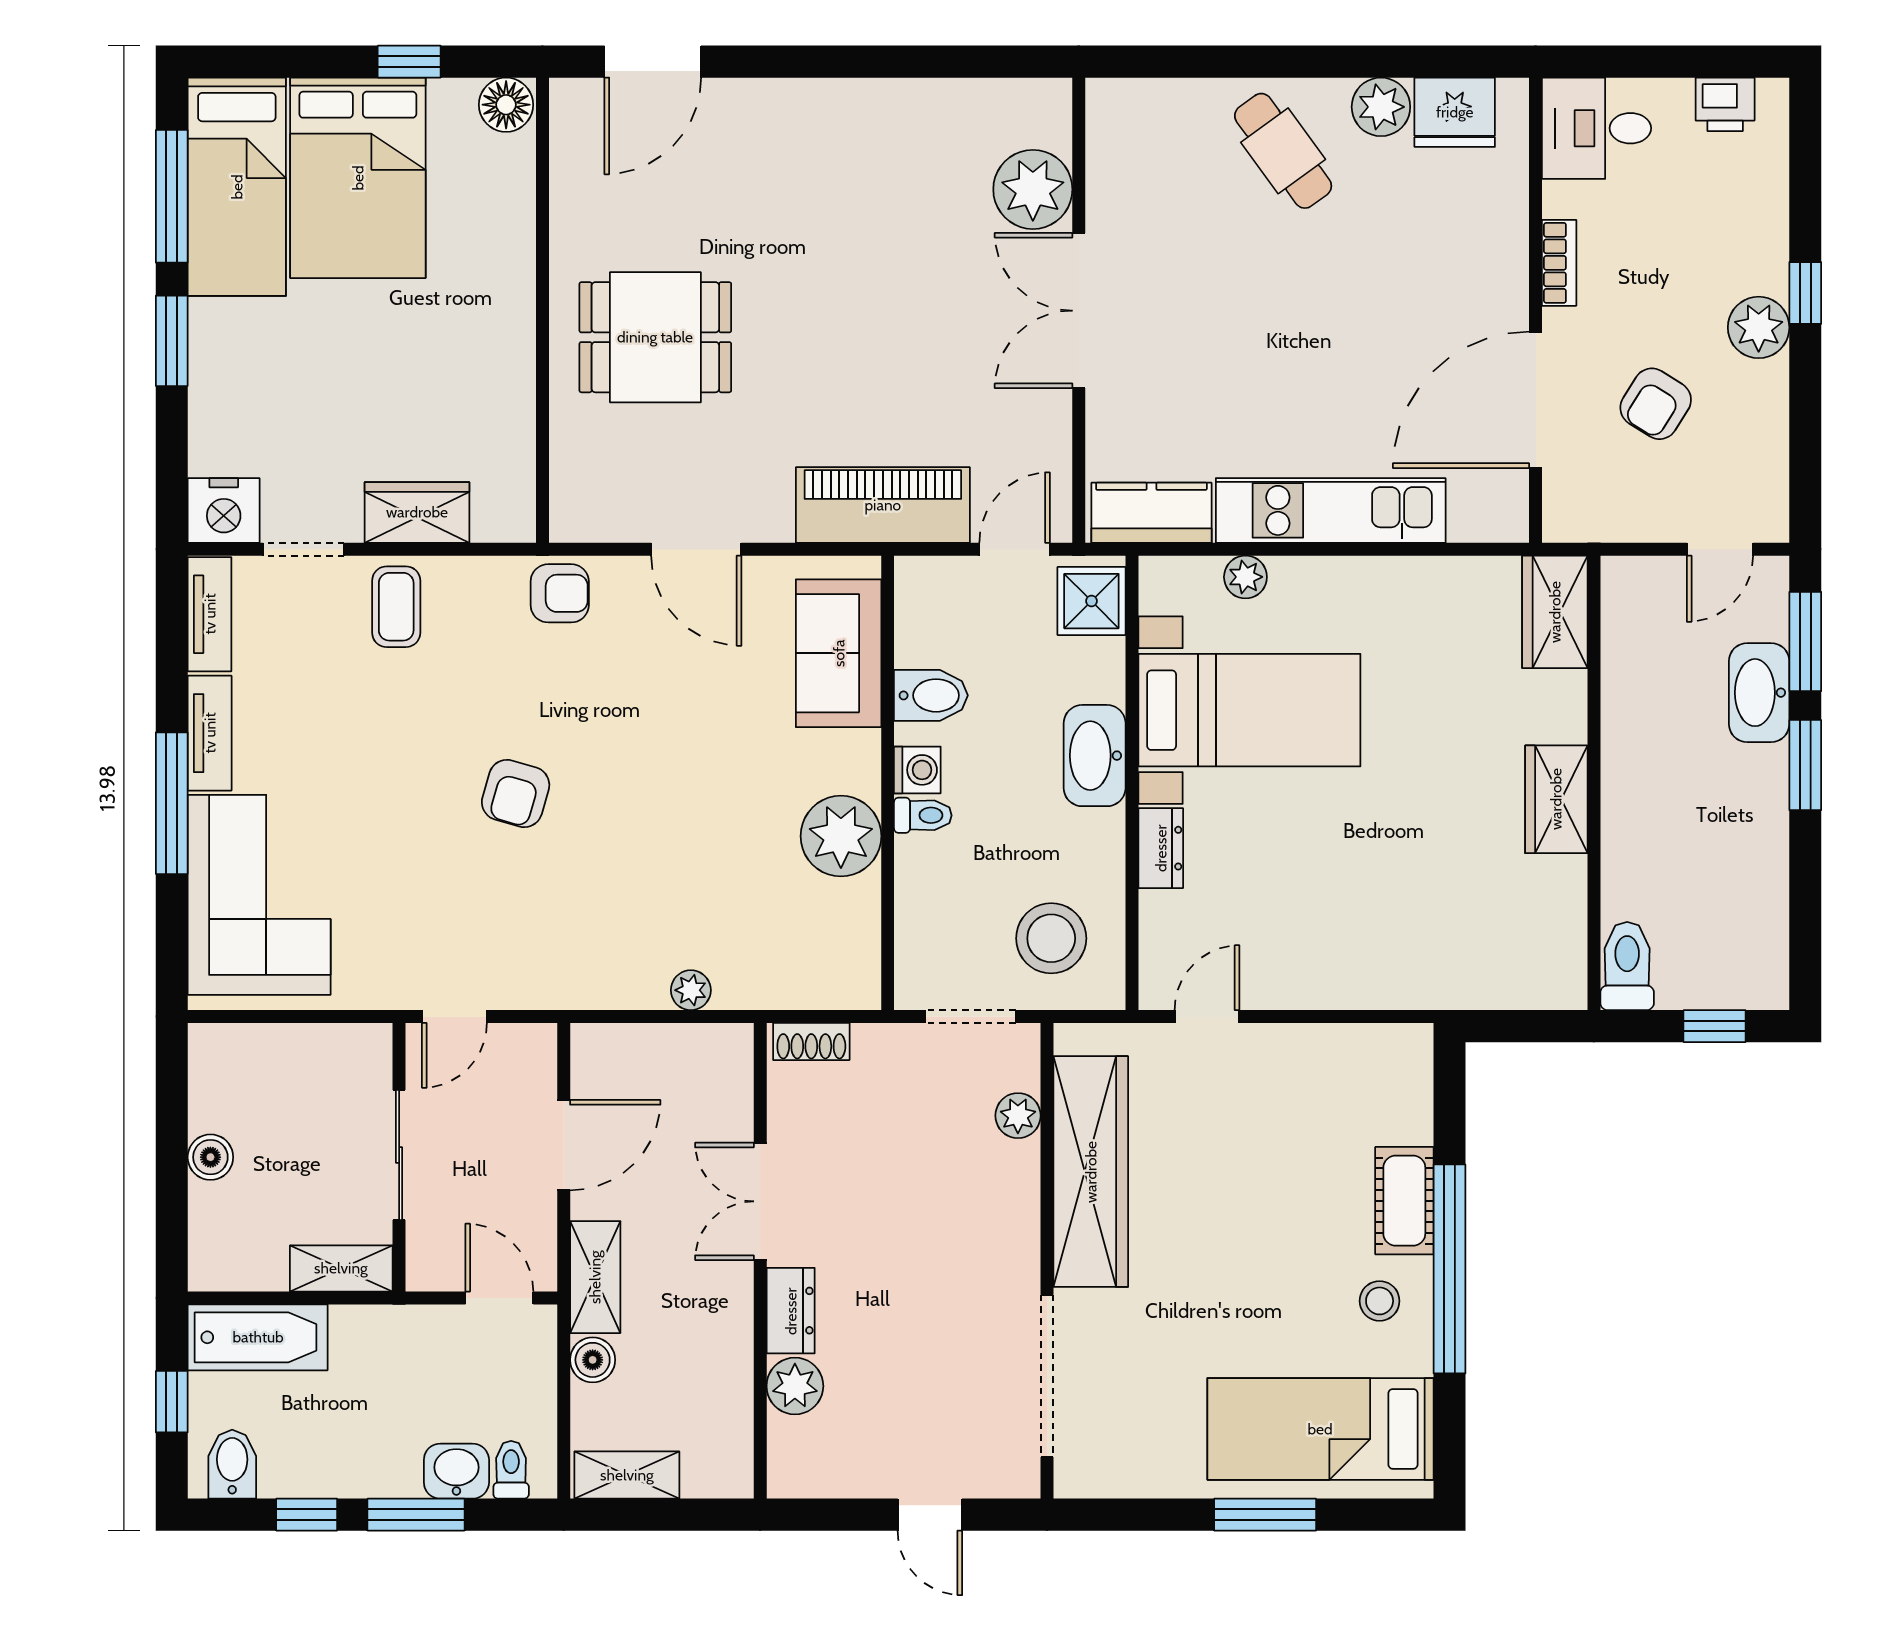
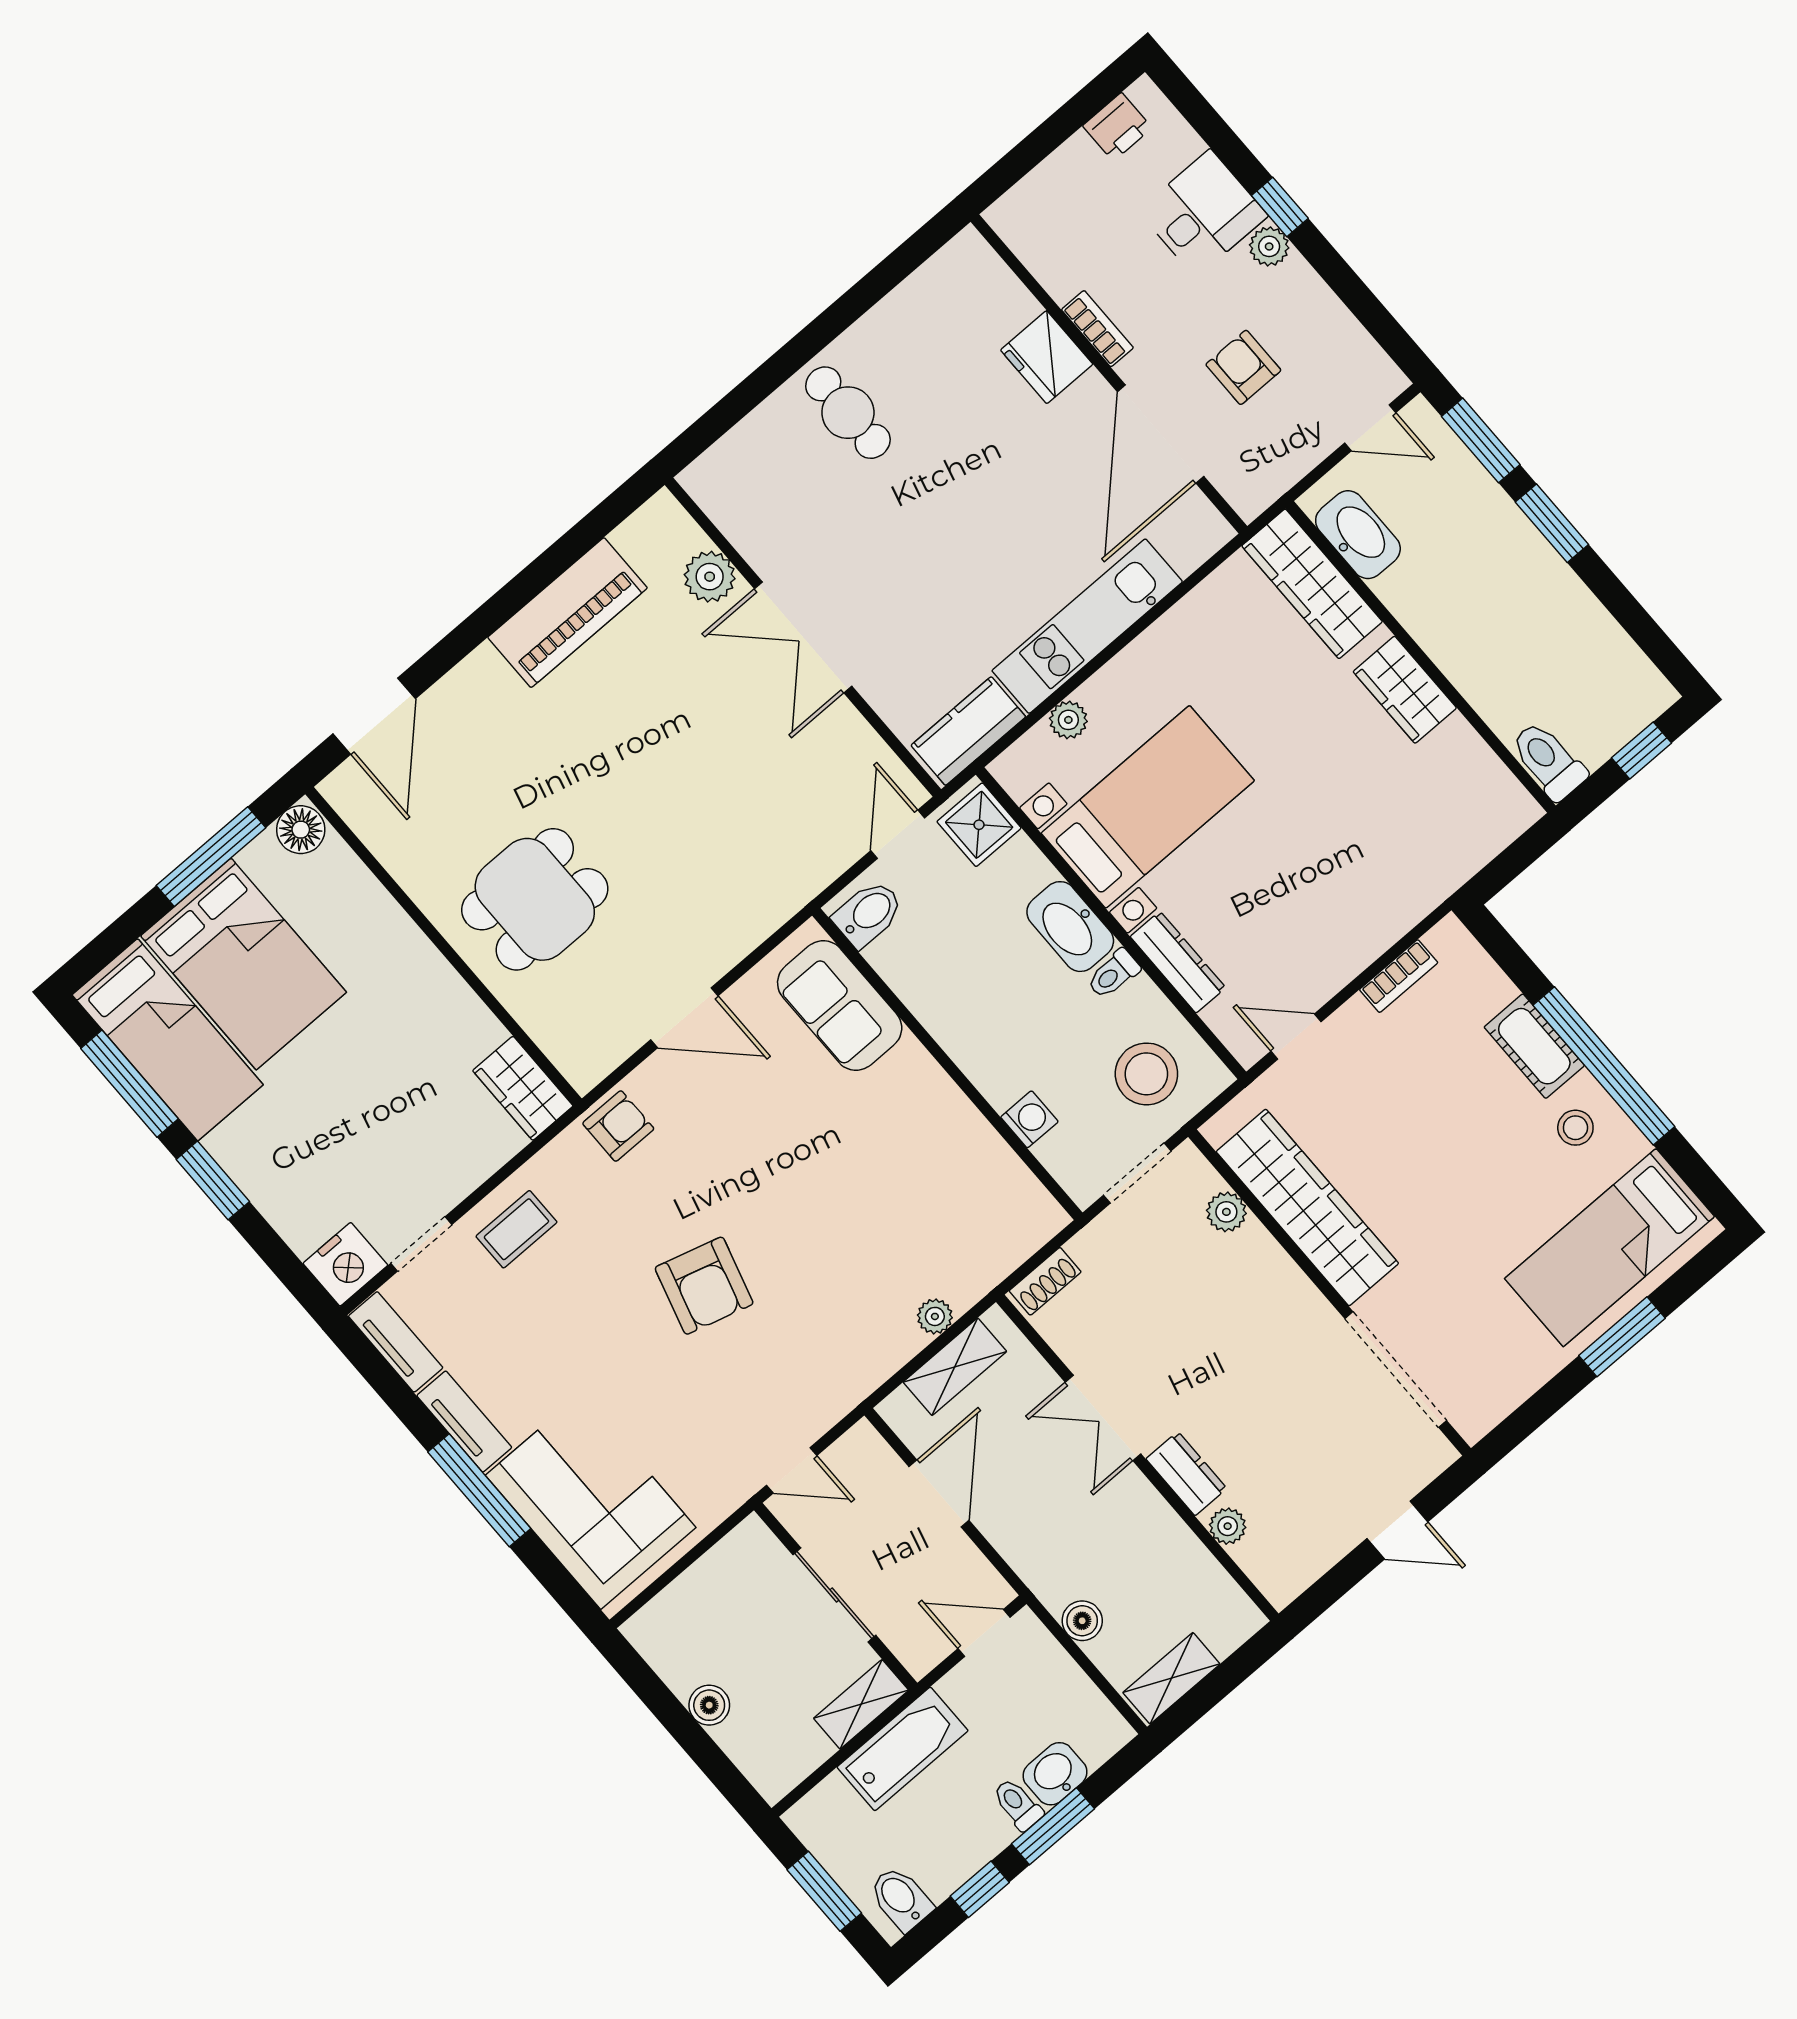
window: (409, 62) -> (211, 857), width x2.17
plant: (1381, 107) -> (888, 327), removed
fridge: (1455, 112) -> (1047, 357), moved, turned 90
desk: (1597, 128) -> (1203, 213), moved, turned 180
cafe table: (1283, 151) -> (848, 413), turned 36
plant: (1033, 189) -> (710, 577), width x0.73, depth x0.73
plant: (1759, 327) -> (1269, 246), width x0.73, depth x0.73
armchair: (1656, 404) -> (1243, 367), turned 148
piano: (883, 505) -> (568, 613), moved, turned 180
wardrobe: (417, 512) -> (523, 1088), moved, turned -90
door: (1720, 549) -> (1370, 428), hinge flipped
coffee table: (396, 607) -> (516, 1229), turned 90
wardrobe: (1555, 612) -> (1312, 584), width x1.50
washbasin: (1759, 693) -> (1358, 535), moved, turned 180
bidet: (931, 695) -> (868, 914), moved
washing machine: (917, 770) -> (1029, 1119), moved
armchair: (516, 794) -> (704, 1286), width x1.38, depth x1.38
toilet: (923, 815) -> (1113, 974), moved, turned 180
plant: (841, 836) -> (947, 1127), removed
dresser: (1161, 848) -> (1178, 962), width x1.44
door: (454, 1017) -> (792, 1470), hinge flipped
door: (1207, 1017) -> (1296, 1037), hinge flipped
bookcase: (1340, 1040) -> (1399, 976), added
shelving: (595, 1277) -> (955, 1367), moved, turned 90
bathtub: (258, 1337) -> (903, 1749), moved
plant: (795, 1386) -> (1228, 1526), width x0.73, depth x0.73
window: (172, 1402) -> (824, 1891), width x1.50
toilet: (511, 1470) -> (1018, 1804), moved

